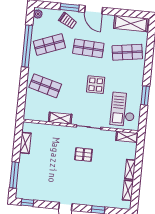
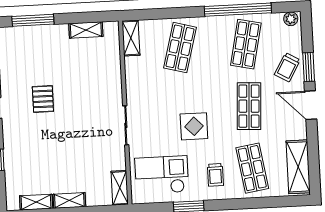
door: (94, 10) -> (311, 105), hinge flipped
shop shelf: (49, 44) -> (246, 44), turned 33
trolley: (128, 76) -> (215, 175), added
shelving: (60, 118) -> (131, 38), moved
pallet: (83, 155) -> (43, 99), moved

